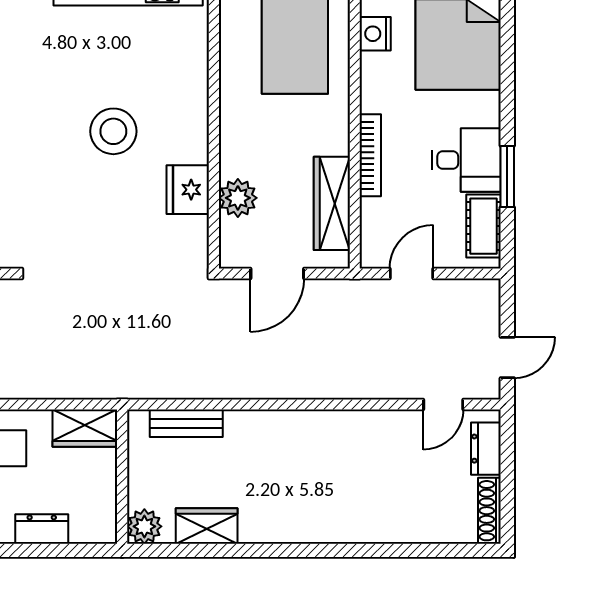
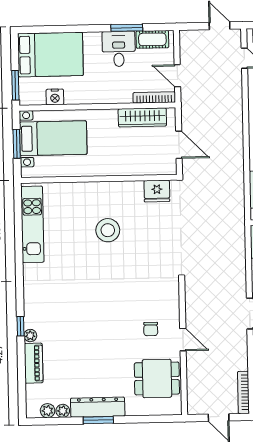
bookcase: (370, 155) -> (154, 97), moved
fridge: (188, 190) -> (157, 191), moved
plant: (238, 198) -> (141, 166), removed

